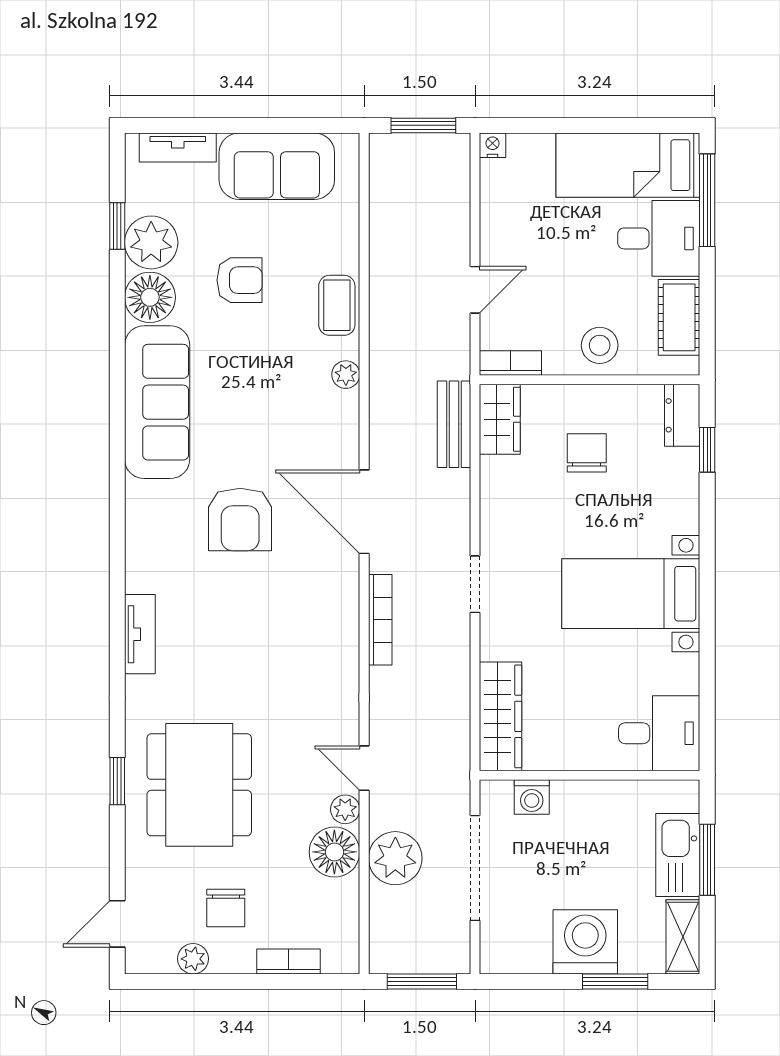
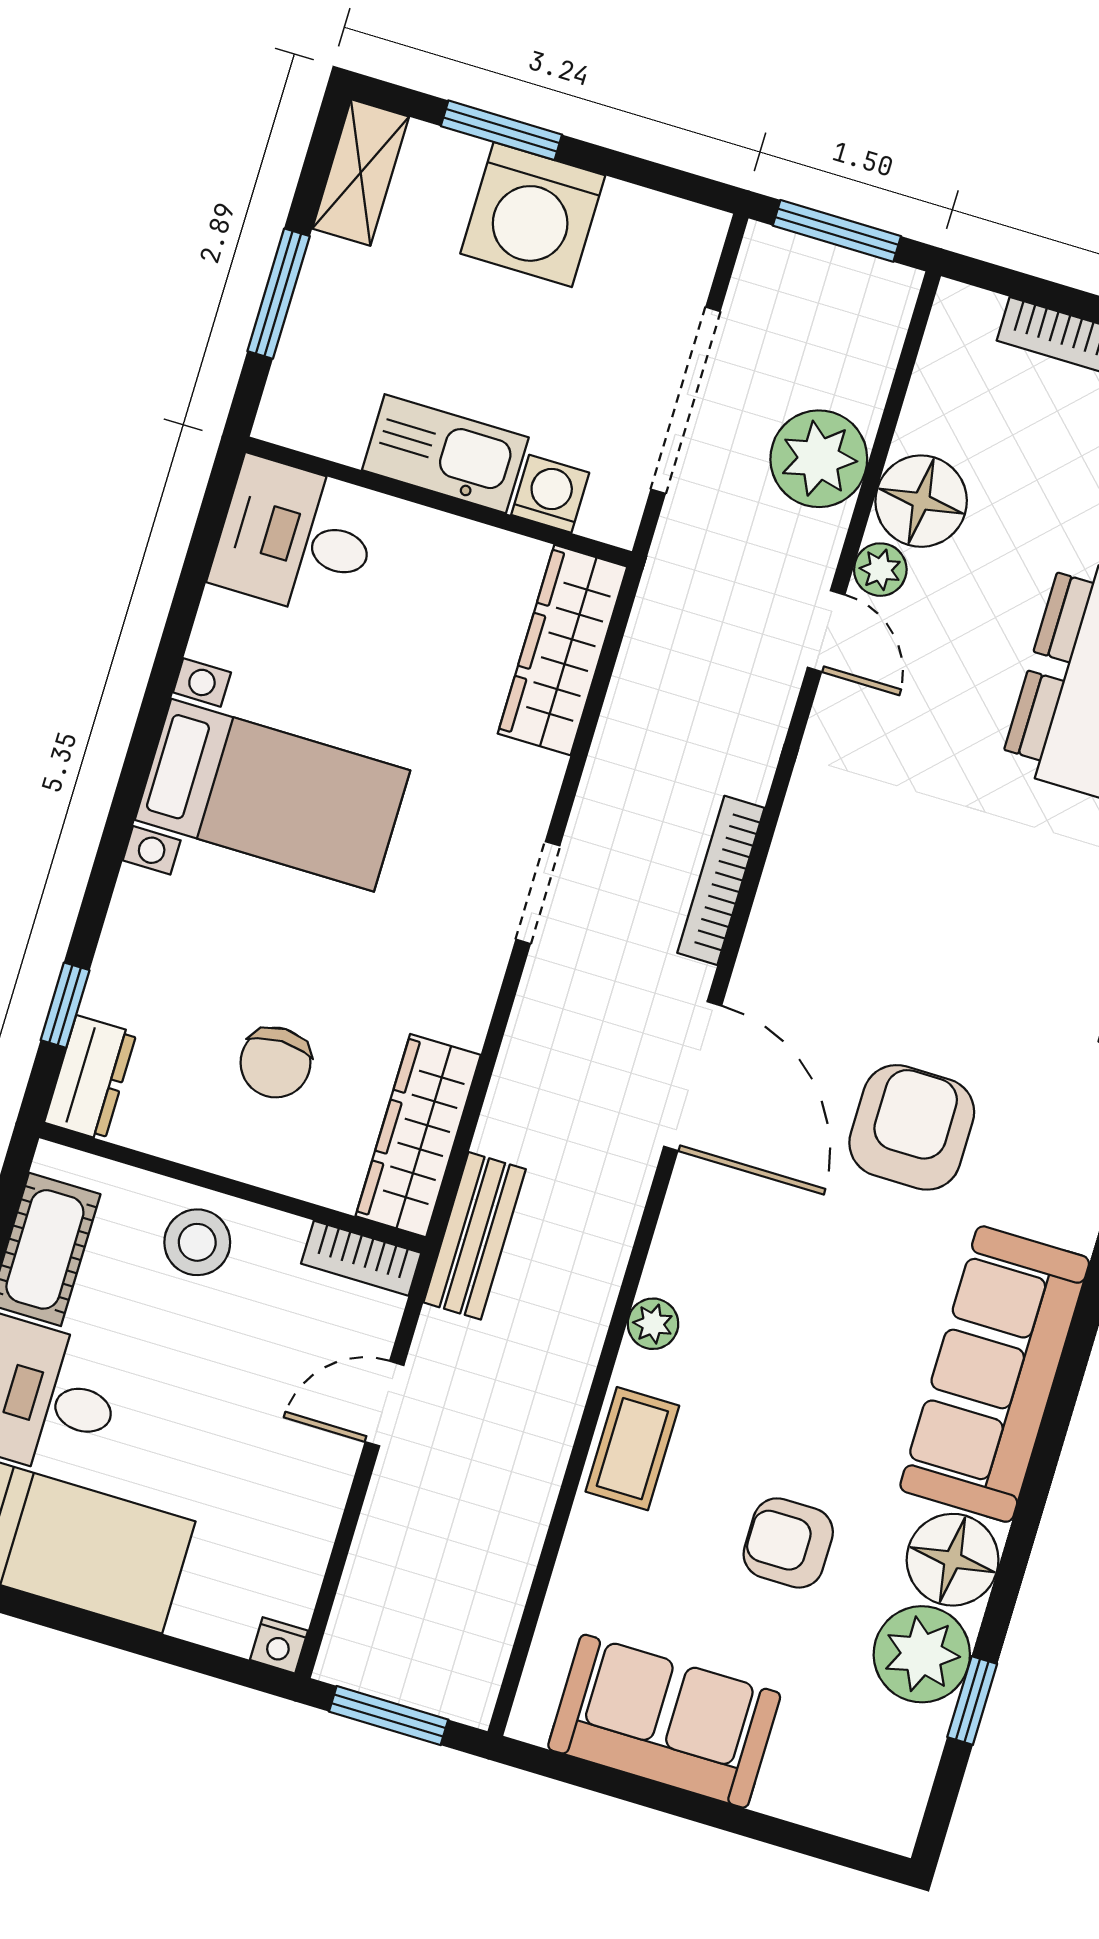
tv unit: (178, 148) -> (826, 1805), removed
wardrobe: (500, 419) -> (418, 1136), width x1.50
bench: (454, 424) -> (475, 1236), moved
kitchen sink: (678, 855) -> (445, 454), moved, turned -90

